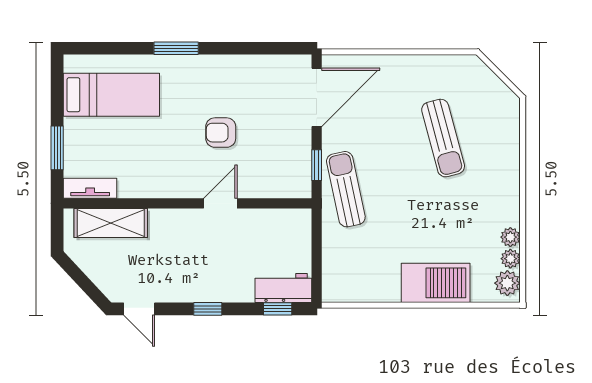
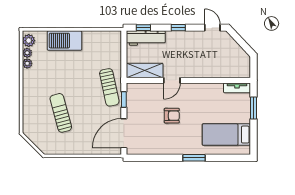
shelving: (111, 223) -> (145, 71), moved
workbench: (283, 288) -> (146, 38), width x1.38

